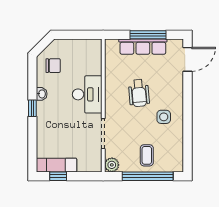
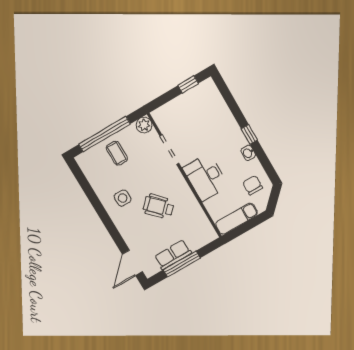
row of seats: (143, 47) -> (173, 255), width x0.68
chair: (53, 66) -> (253, 185), turned 90
wheelchair: (139, 93) -> (159, 206), turned -39
exam couch: (57, 165) -> (237, 219), moved, turned 180

